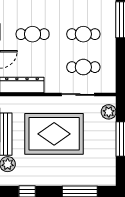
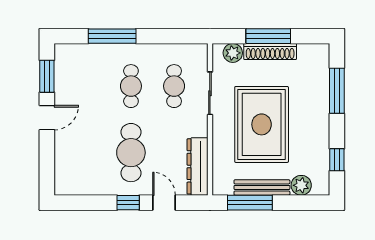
cafe table: (33, 34) -> (131, 153), width x1.37, depth x1.35
shoe rack: (110, 140) -> (270, 52), added

